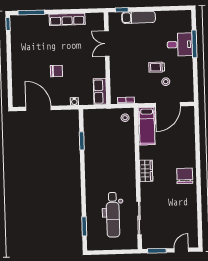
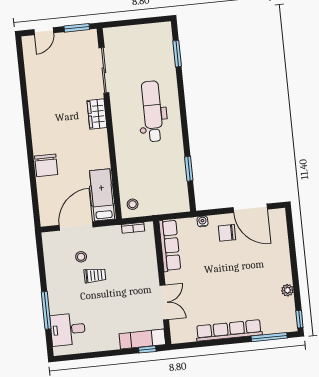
exam couch: (139, 17) -> (142, 339), moved
row of seats: (67, 19) -> (229, 330), width x1.36
desk: (180, 45) -> (68, 329), moved
plant: (15, 46) -> (287, 290), added
chair: (56, 71) -> (227, 233), moved
row of seats: (100, 91) -> (170, 245), width x1.48
wardrobe: (146, 171) -> (97, 114), moved
chair: (185, 176) -> (46, 165), moved
dental chair: (113, 215) -> (152, 111), moved

